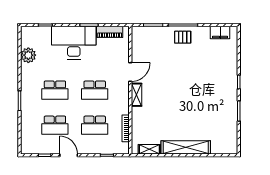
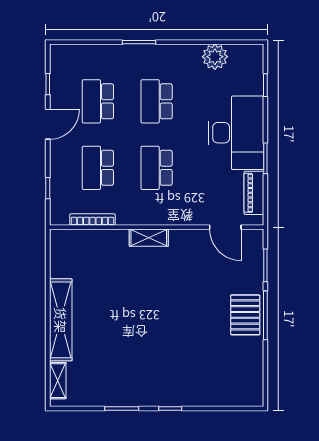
filing cabinet: (220, 33) -> (253, 377), removed
pallet: (183, 37) -> (245, 315), width x1.50, depth x1.42
door: (130, 72) -> (225, 227), moved
shelving: (149, 149) -> (58, 381), moved

